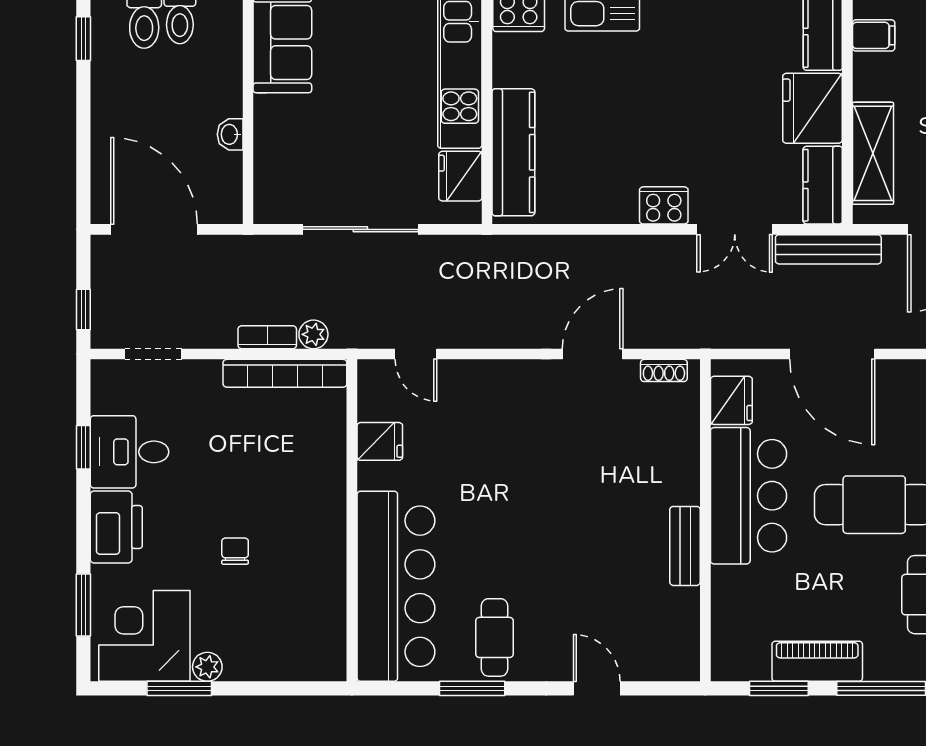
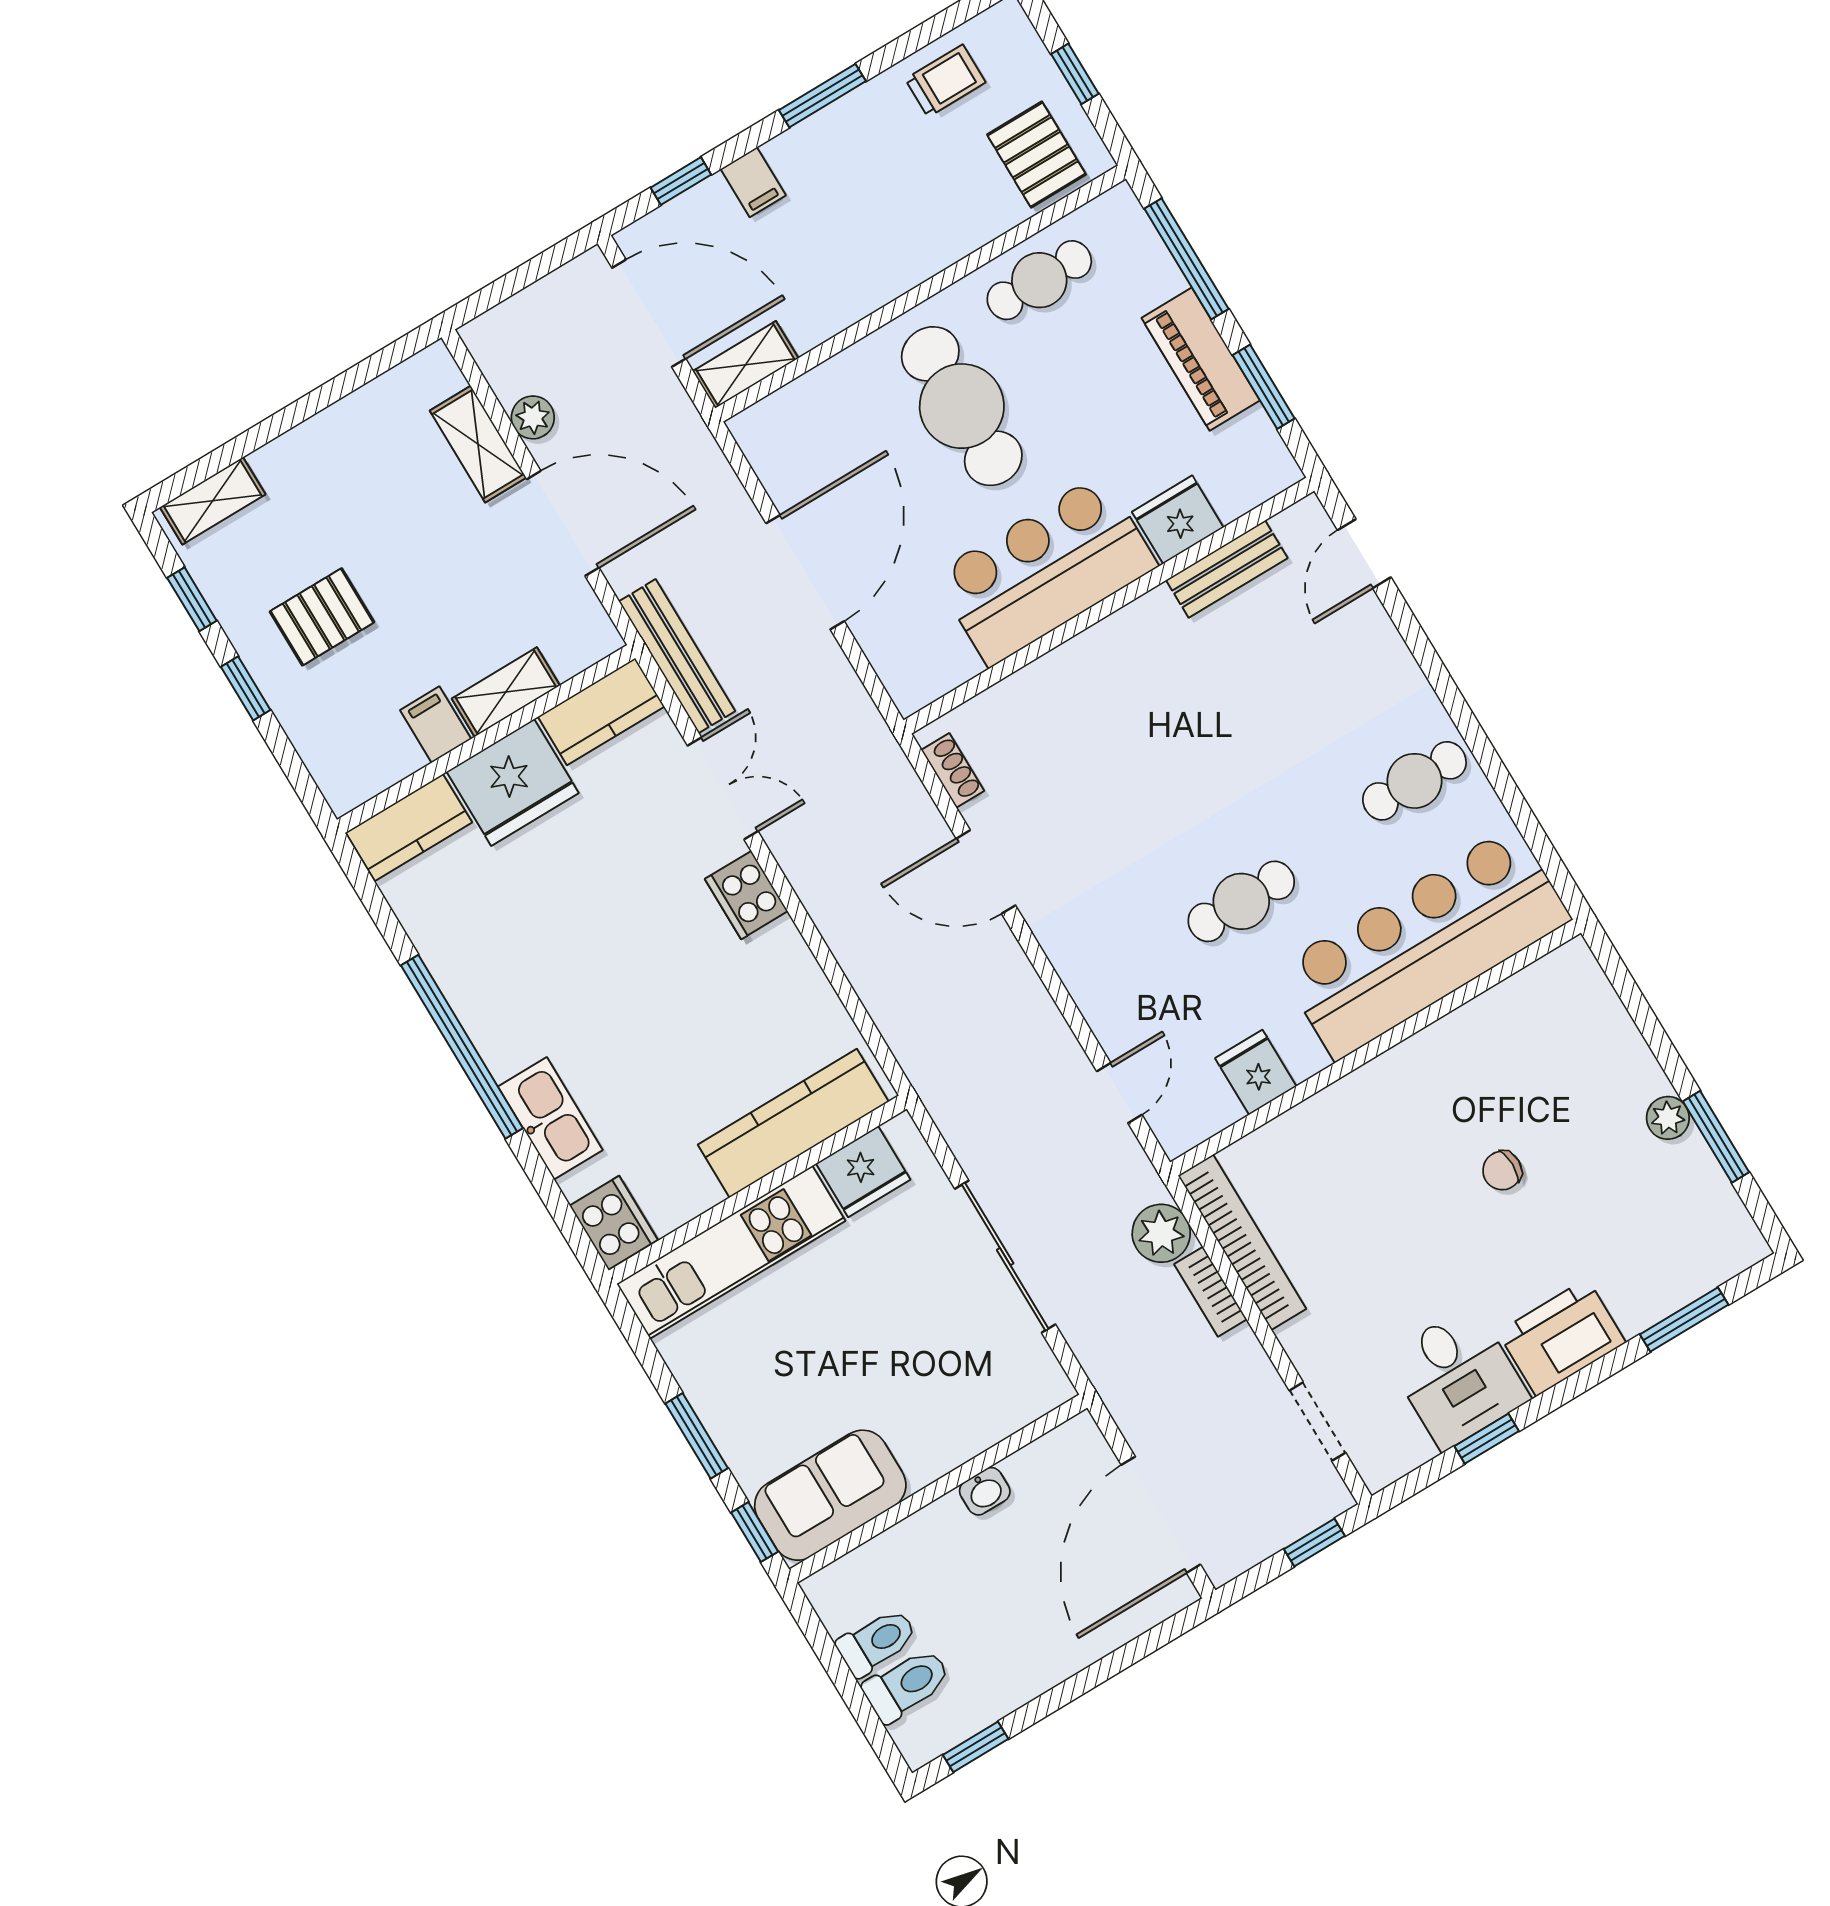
filing cabinet: (874, 35) -> (436, 725), moved
shelving: (873, 153) -> (506, 692), width x0.67, depth x0.75
plant: (313, 334) -> (1161, 1233), width x1.38, depth x1.38
fridge: (731, 400) -> (1178, 520), moved
cafe table: (485, 493) -> (1241, 901), added
bench: (685, 546) -> (1227, 569), moved
corner desk: (144, 636) -> (1677, 1220), removed
window: (472, 688) -> (1495, 770), removed
door: (597, 688) -> (1364, 554), moved

